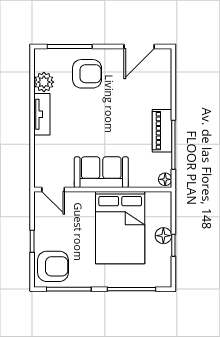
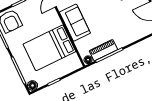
piano: (162, 131) -> (103, 50), moved
floor lamp: (163, 236) -> (32, 85), moved

